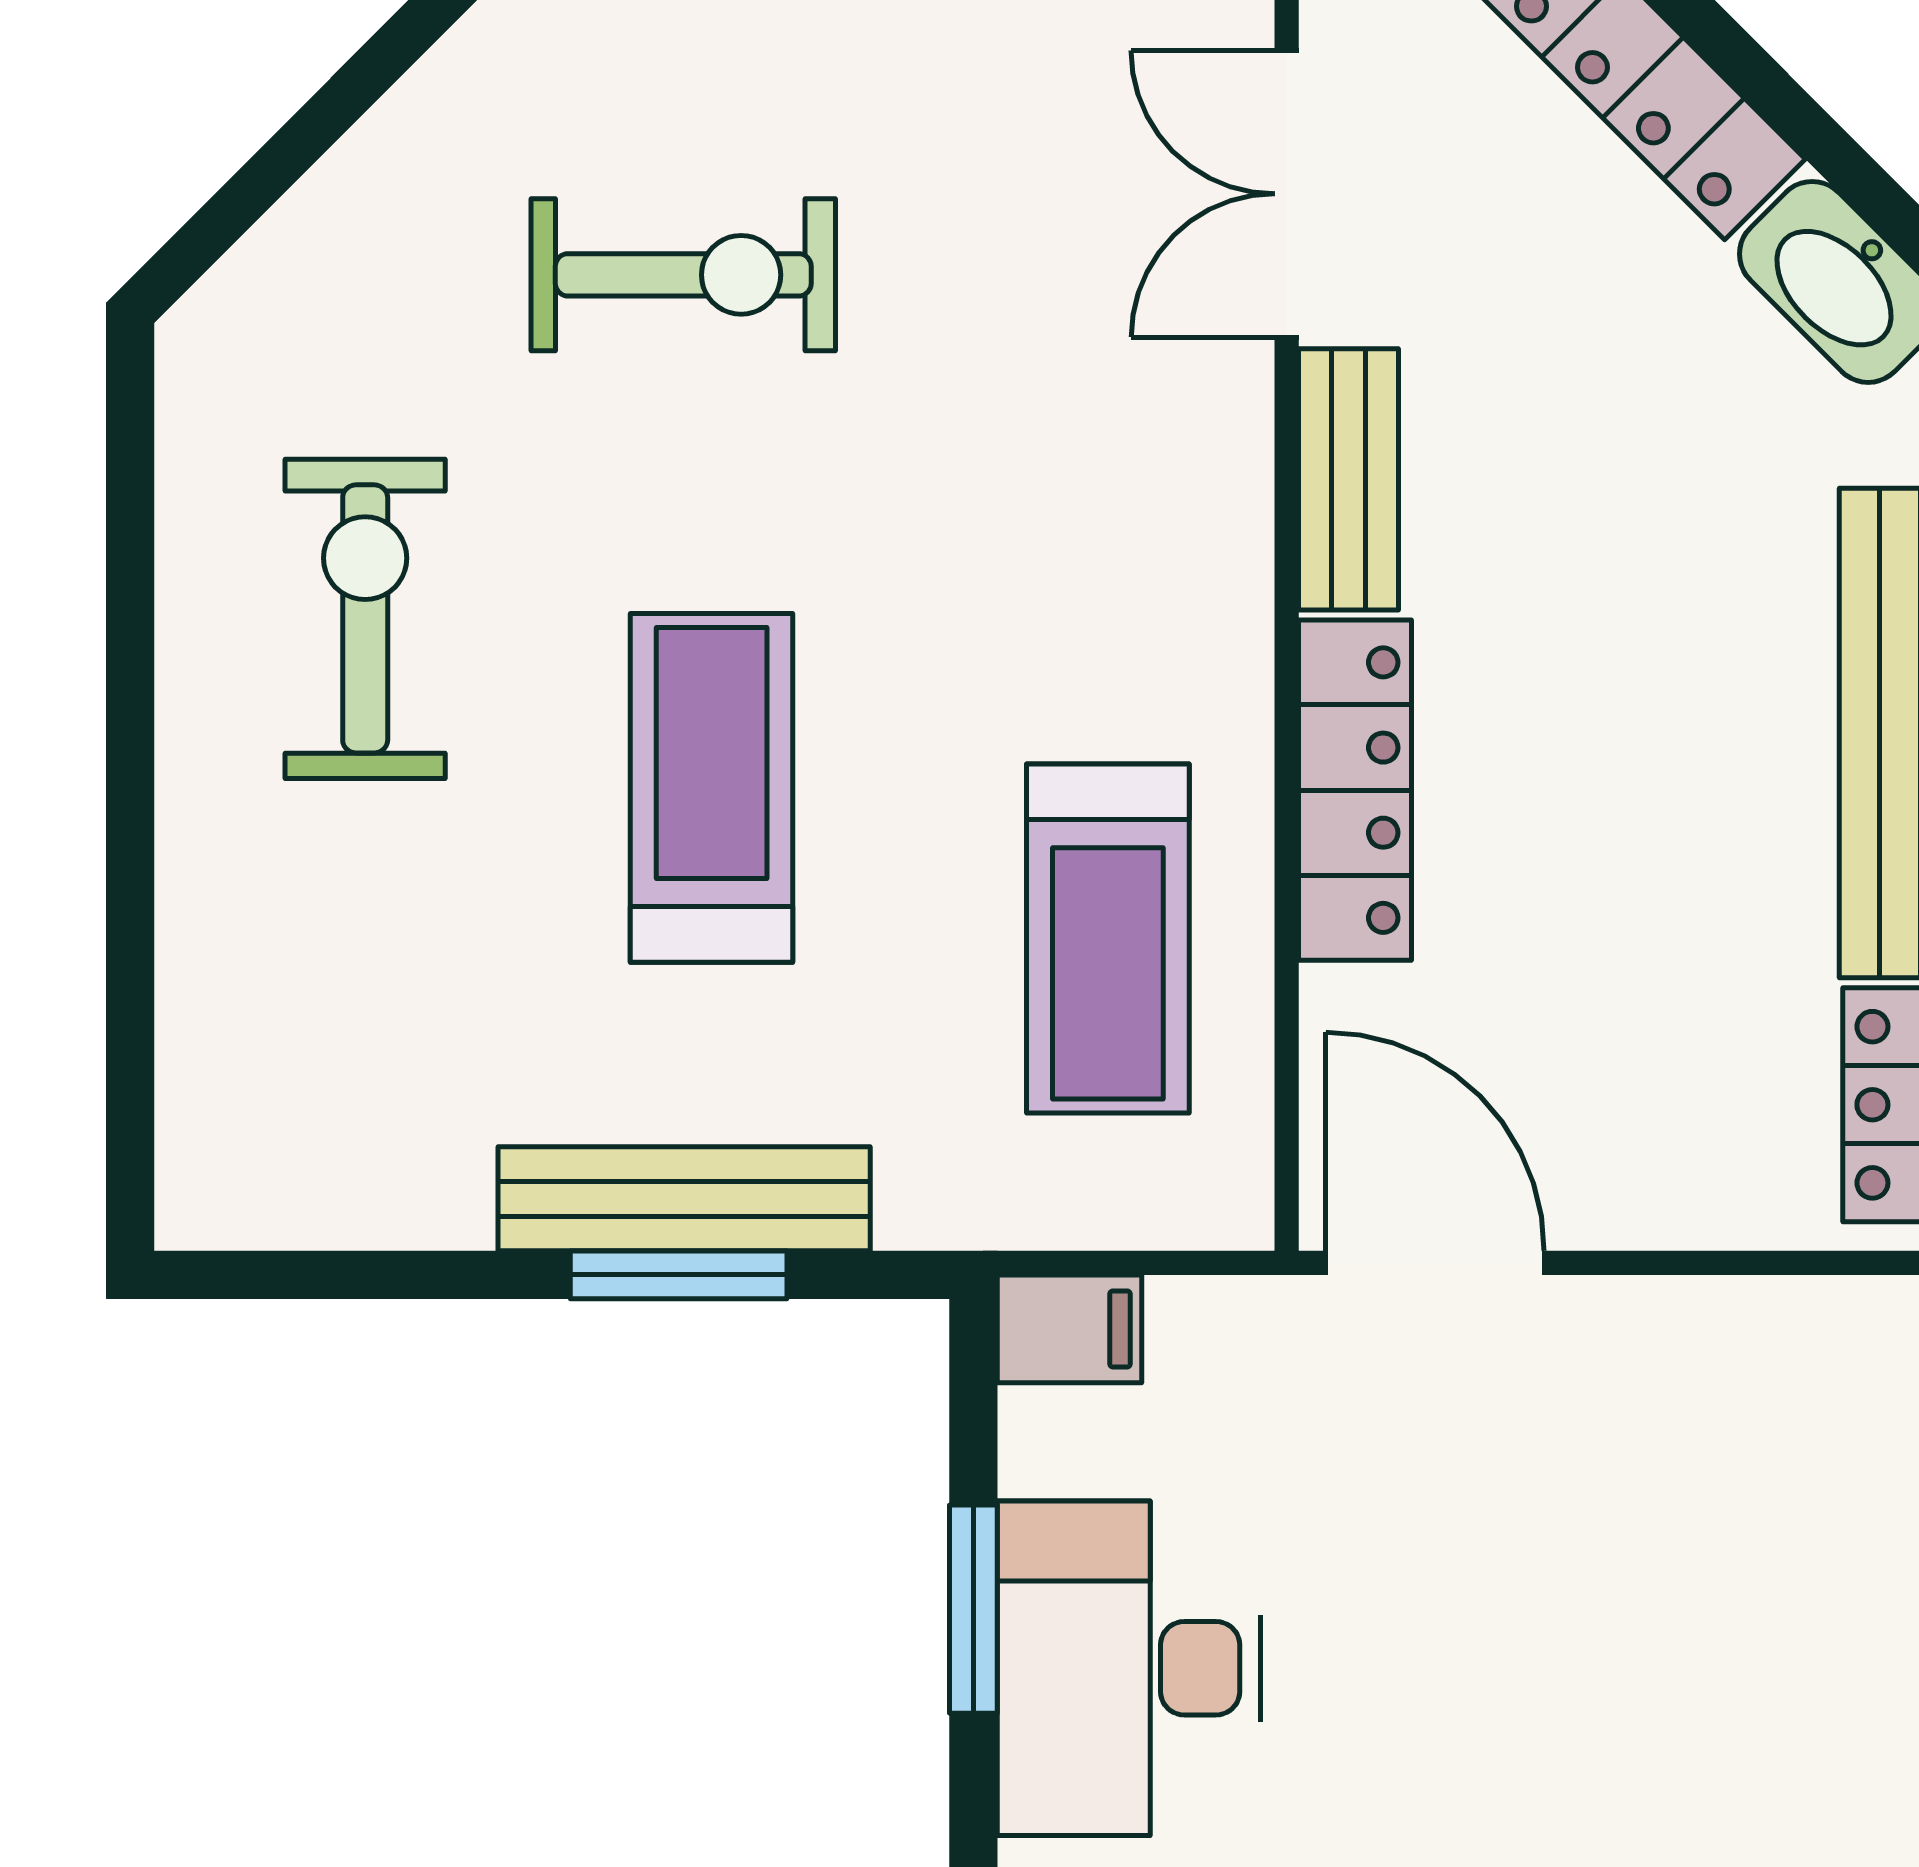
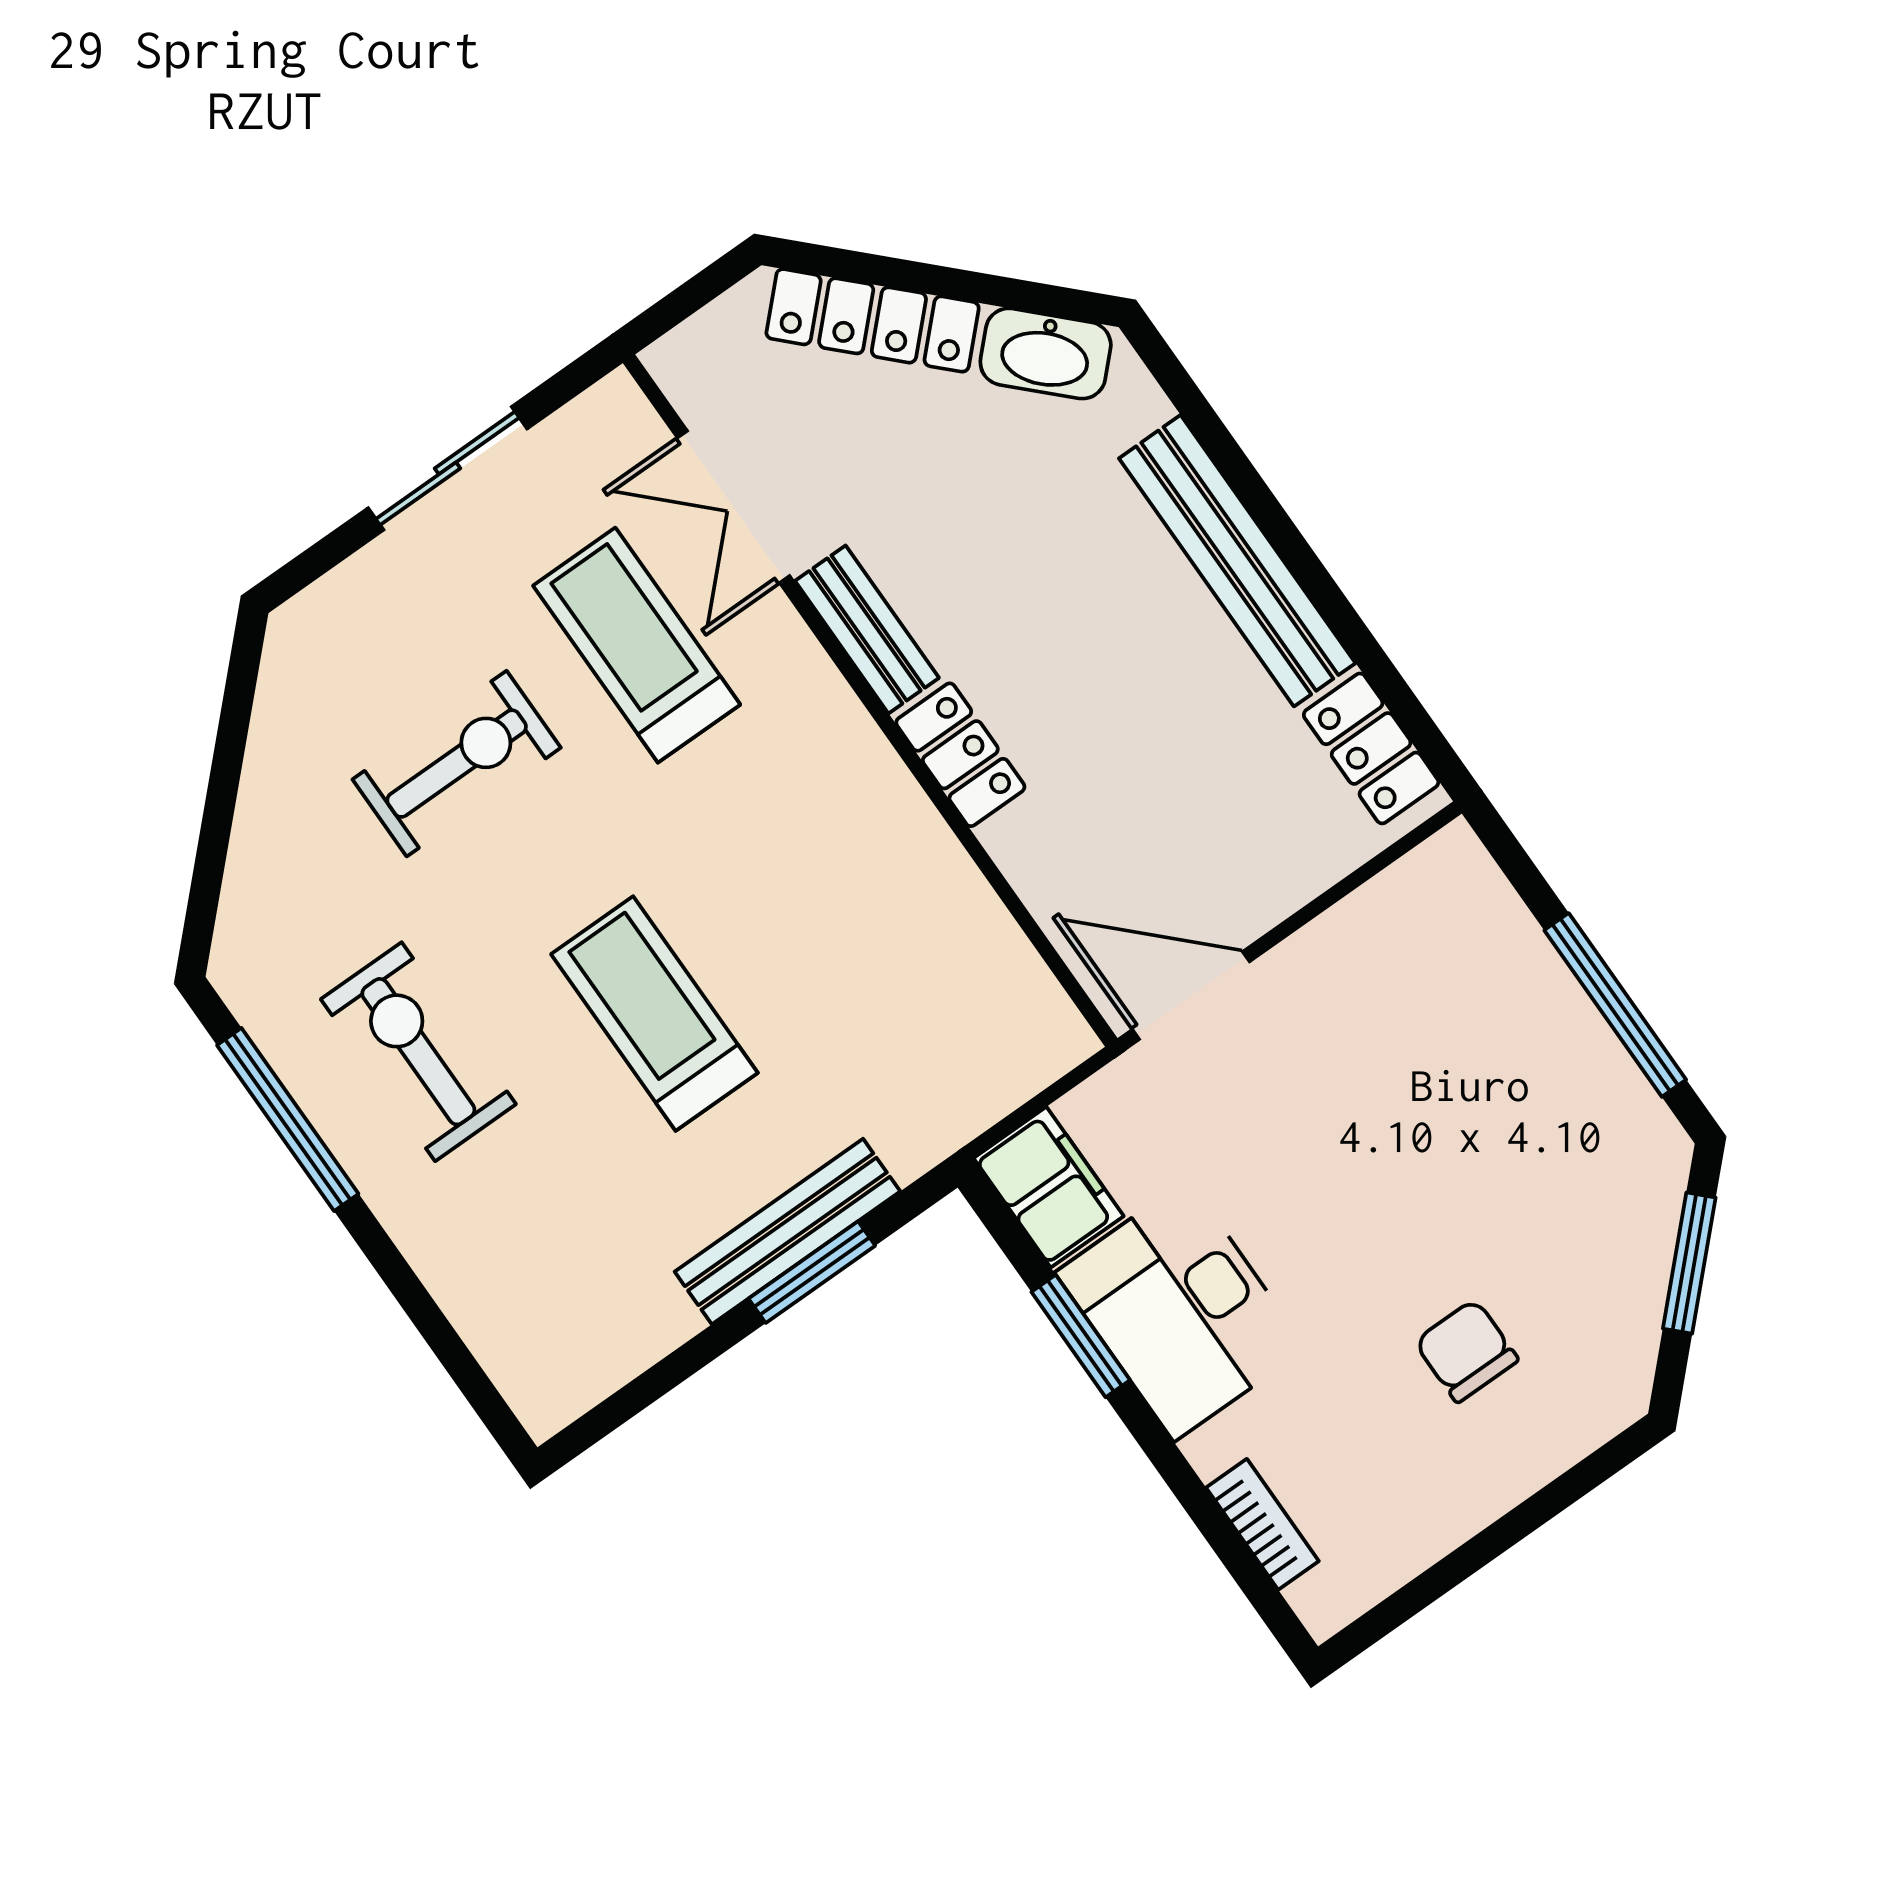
window: (130, 587) -> (288, 1119), added
locker: (1355, 790) -> (960, 755), width x0.66
treadmill: (1108, 938) -> (637, 645), moved, turned 180
filing cabinet: (1070, 1329) -> (1049, 1187), width x2.00

